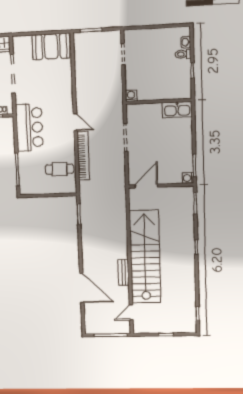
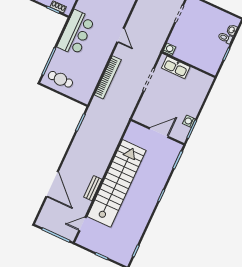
kitchen sink: (177, 110) -> (176, 67), moved
door: (75, 122) -> (120, 35), moved
cafe table: (60, 169) -> (60, 79), moved
washing machine: (188, 178) -> (189, 121), moved
door: (146, 186) -> (159, 133), moved

